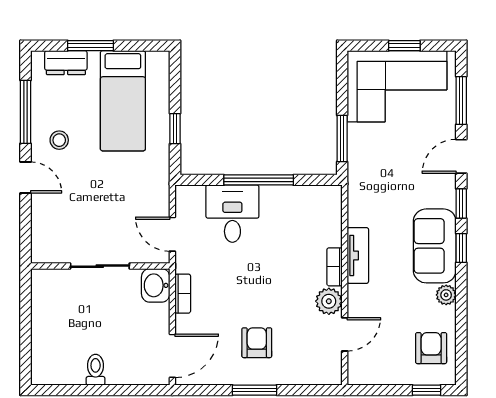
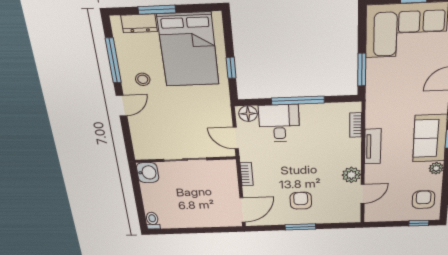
bed: (123, 101) -> (188, 50), width x1.50
door: (25, 177) -> (122, 106), hinge flipped
floor lamp: (192, 197) -> (248, 114), added
bookcase: (335, 267) -> (356, 125), moved
washbasin: (156, 285) -> (148, 173), moved, turned 180
toilet: (96, 370) -> (153, 221), moved

